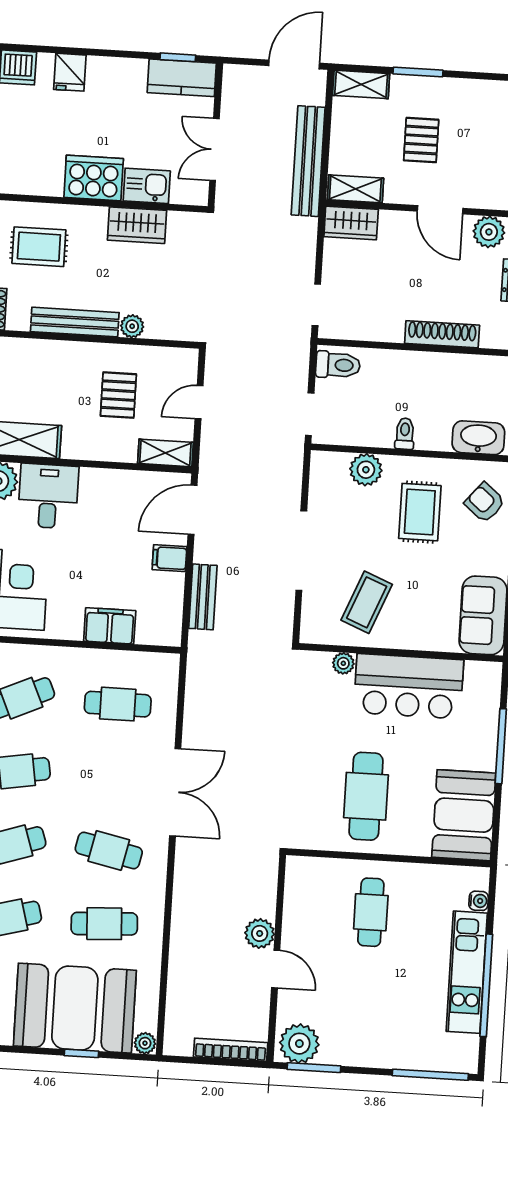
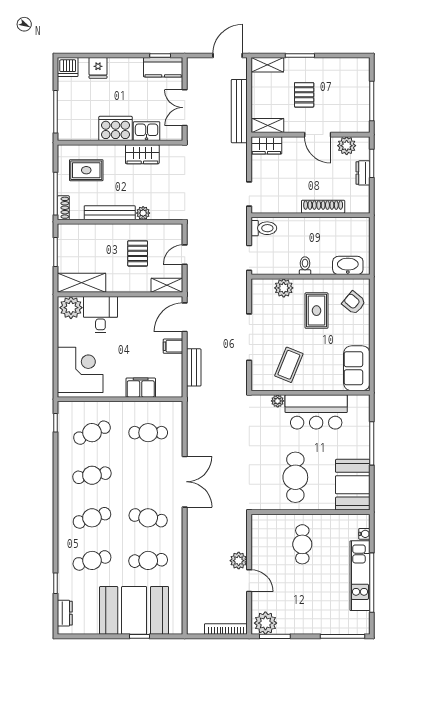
plant: (145, 1043) -> (176, 628), removed

